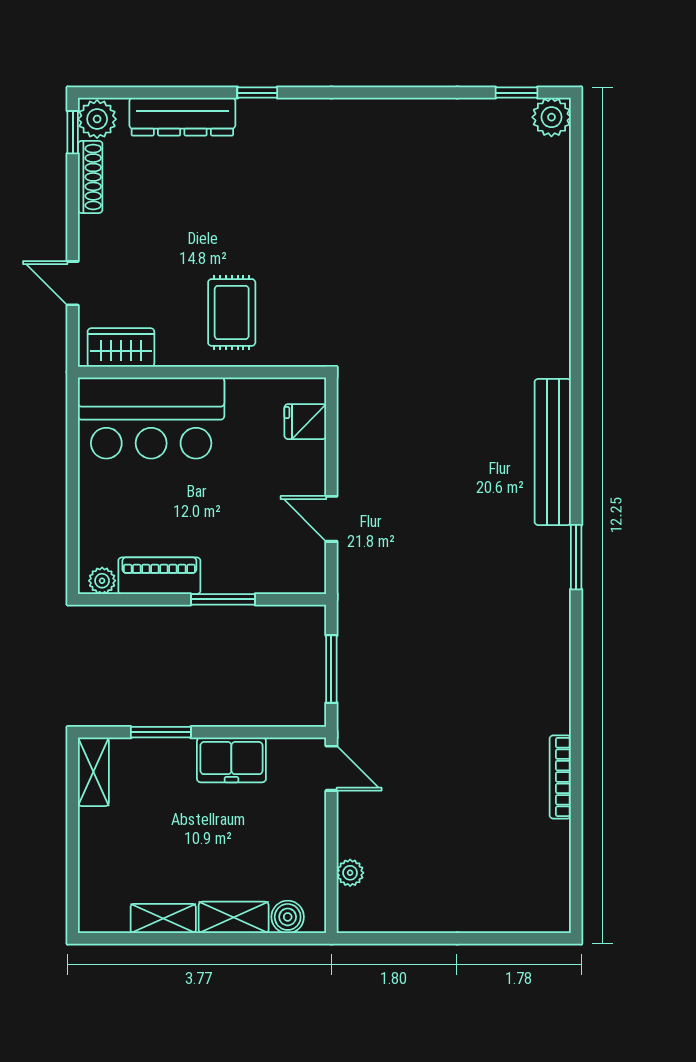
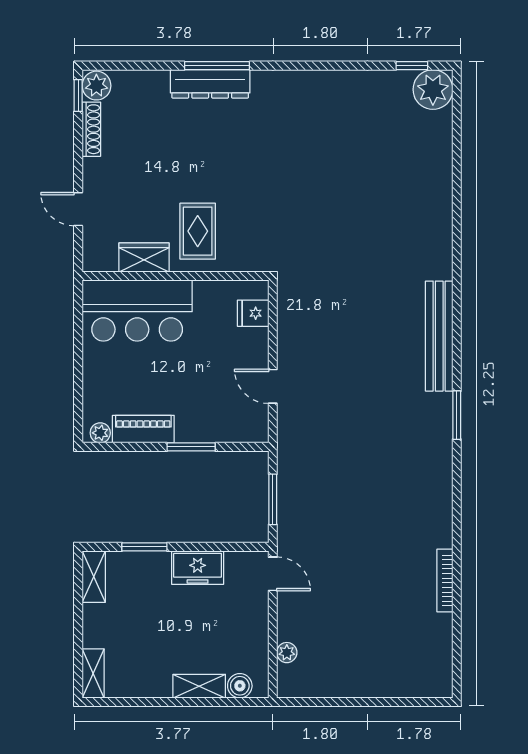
window: (257, 93) -> (217, 66), width x2.17
dresser: (182, 117) -> (210, 84), moved
plant: (551, 117) -> (433, 89), width x1.36, depth x1.36
wardrobe: (121, 348) -> (144, 258), moved
shelving: (163, 919) -> (93, 673), moved, turned 90

